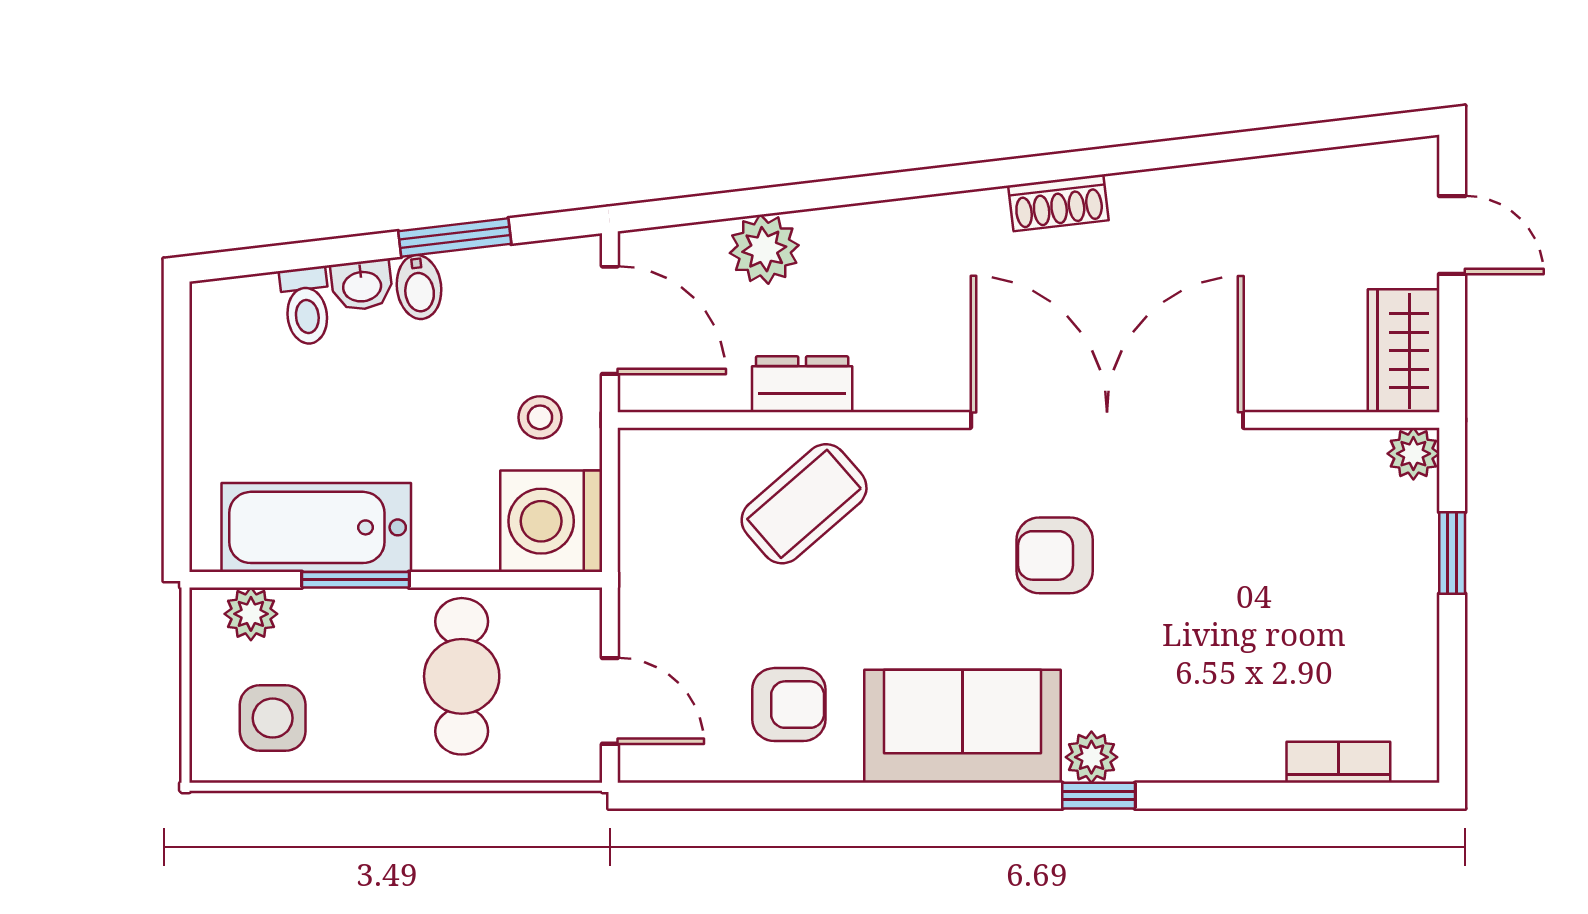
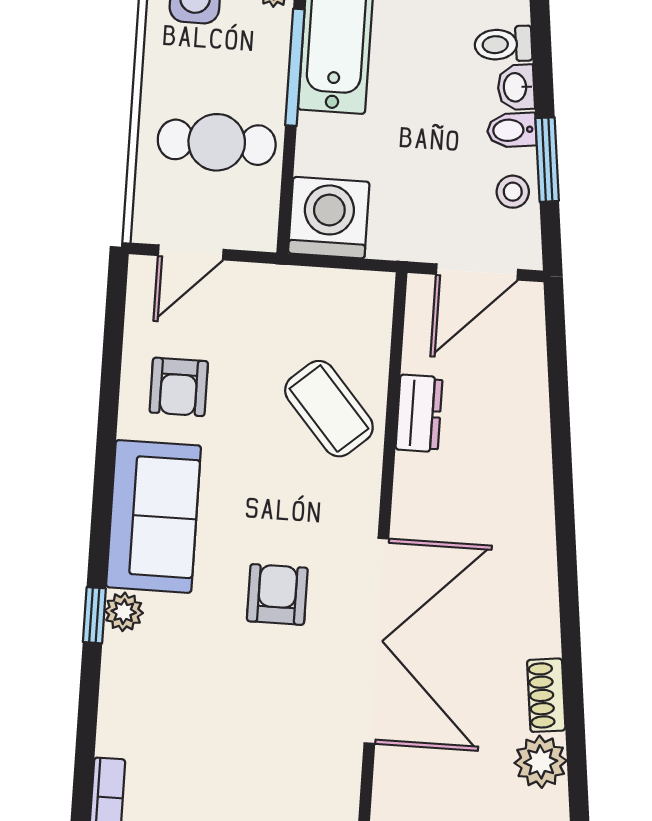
shoe rack: (1058, 203) -> (546, 695), moved
plant: (764, 249) -> (541, 762), moved
stool: (540, 417) -> (513, 192), moved
window: (355, 580) -> (295, 67), width x1.44

